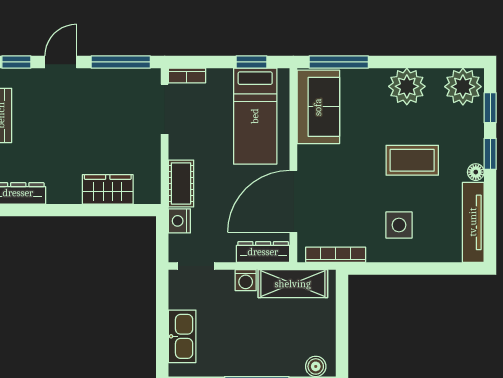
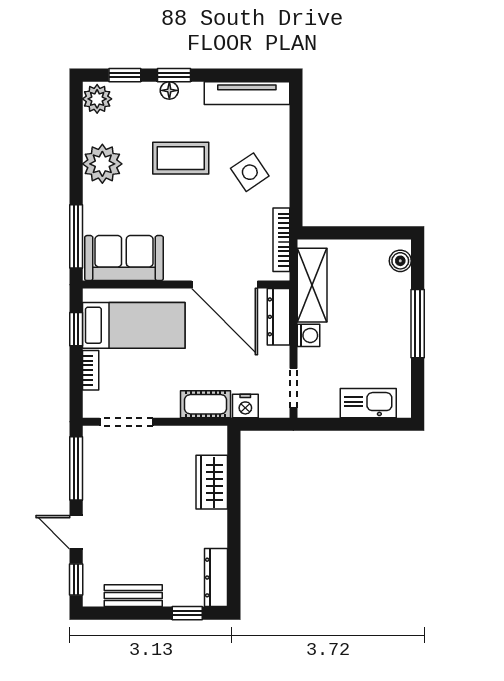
bookcase: (187, 75) -> (91, 370), moved
plant: (463, 87) -> (97, 99), width x0.73, depth x0.73
coffee table: (412, 160) -> (181, 158), turned 90
floor lamp: (476, 172) -> (169, 90), moved
side table: (399, 225) -> (250, 172), turned -34

